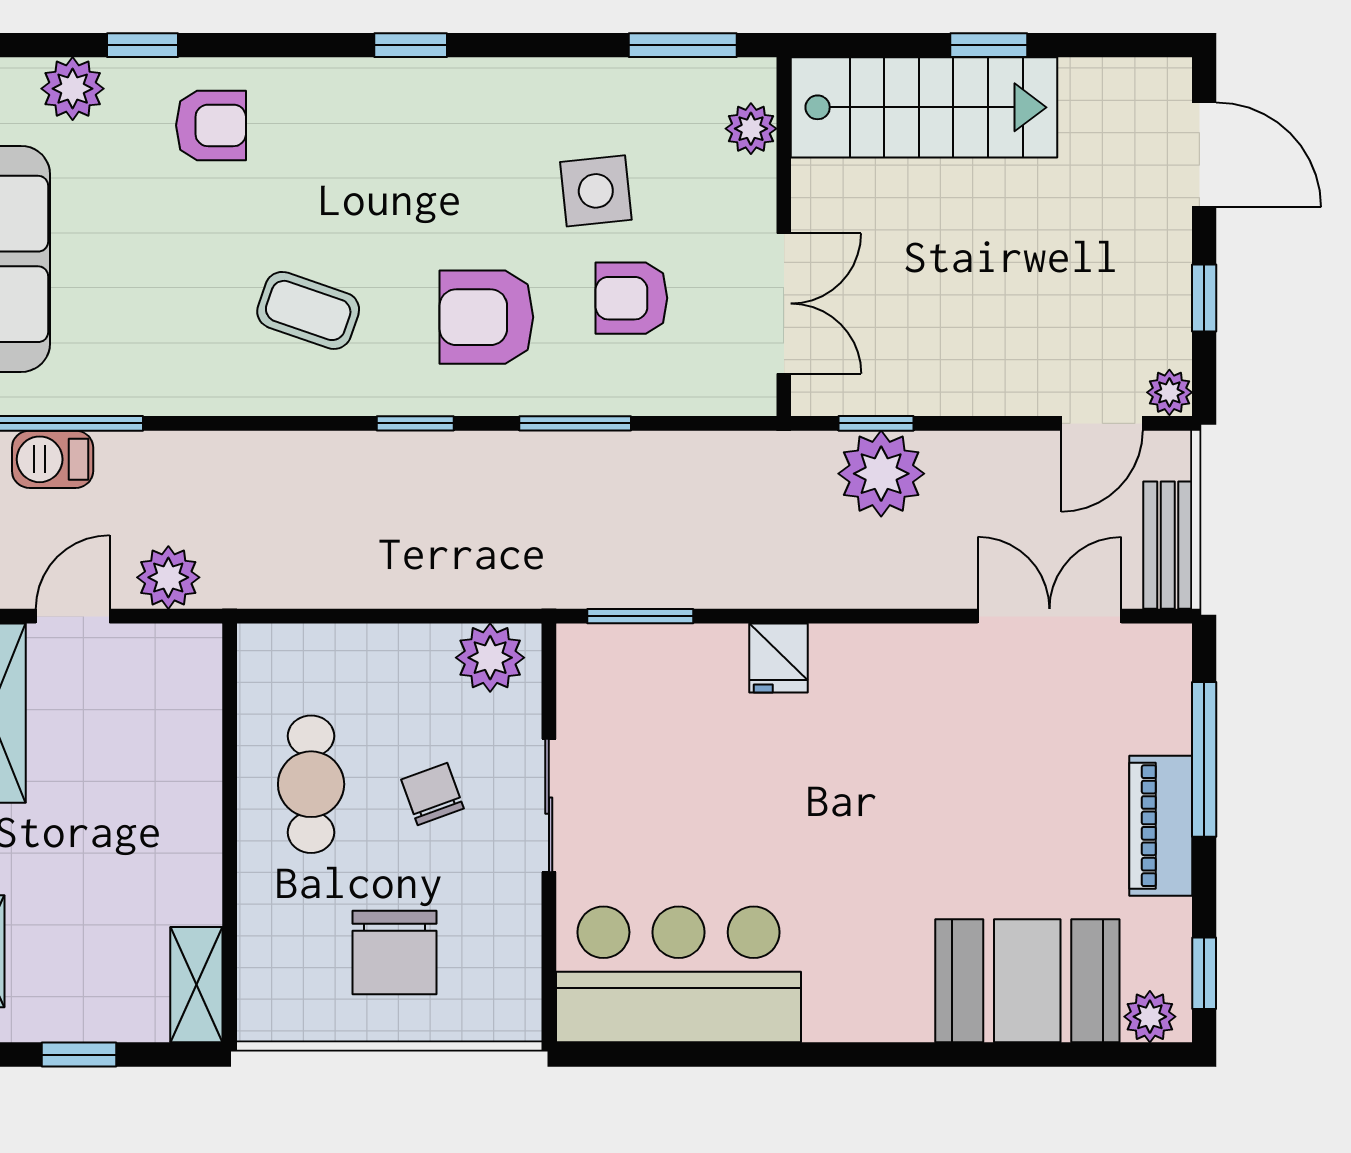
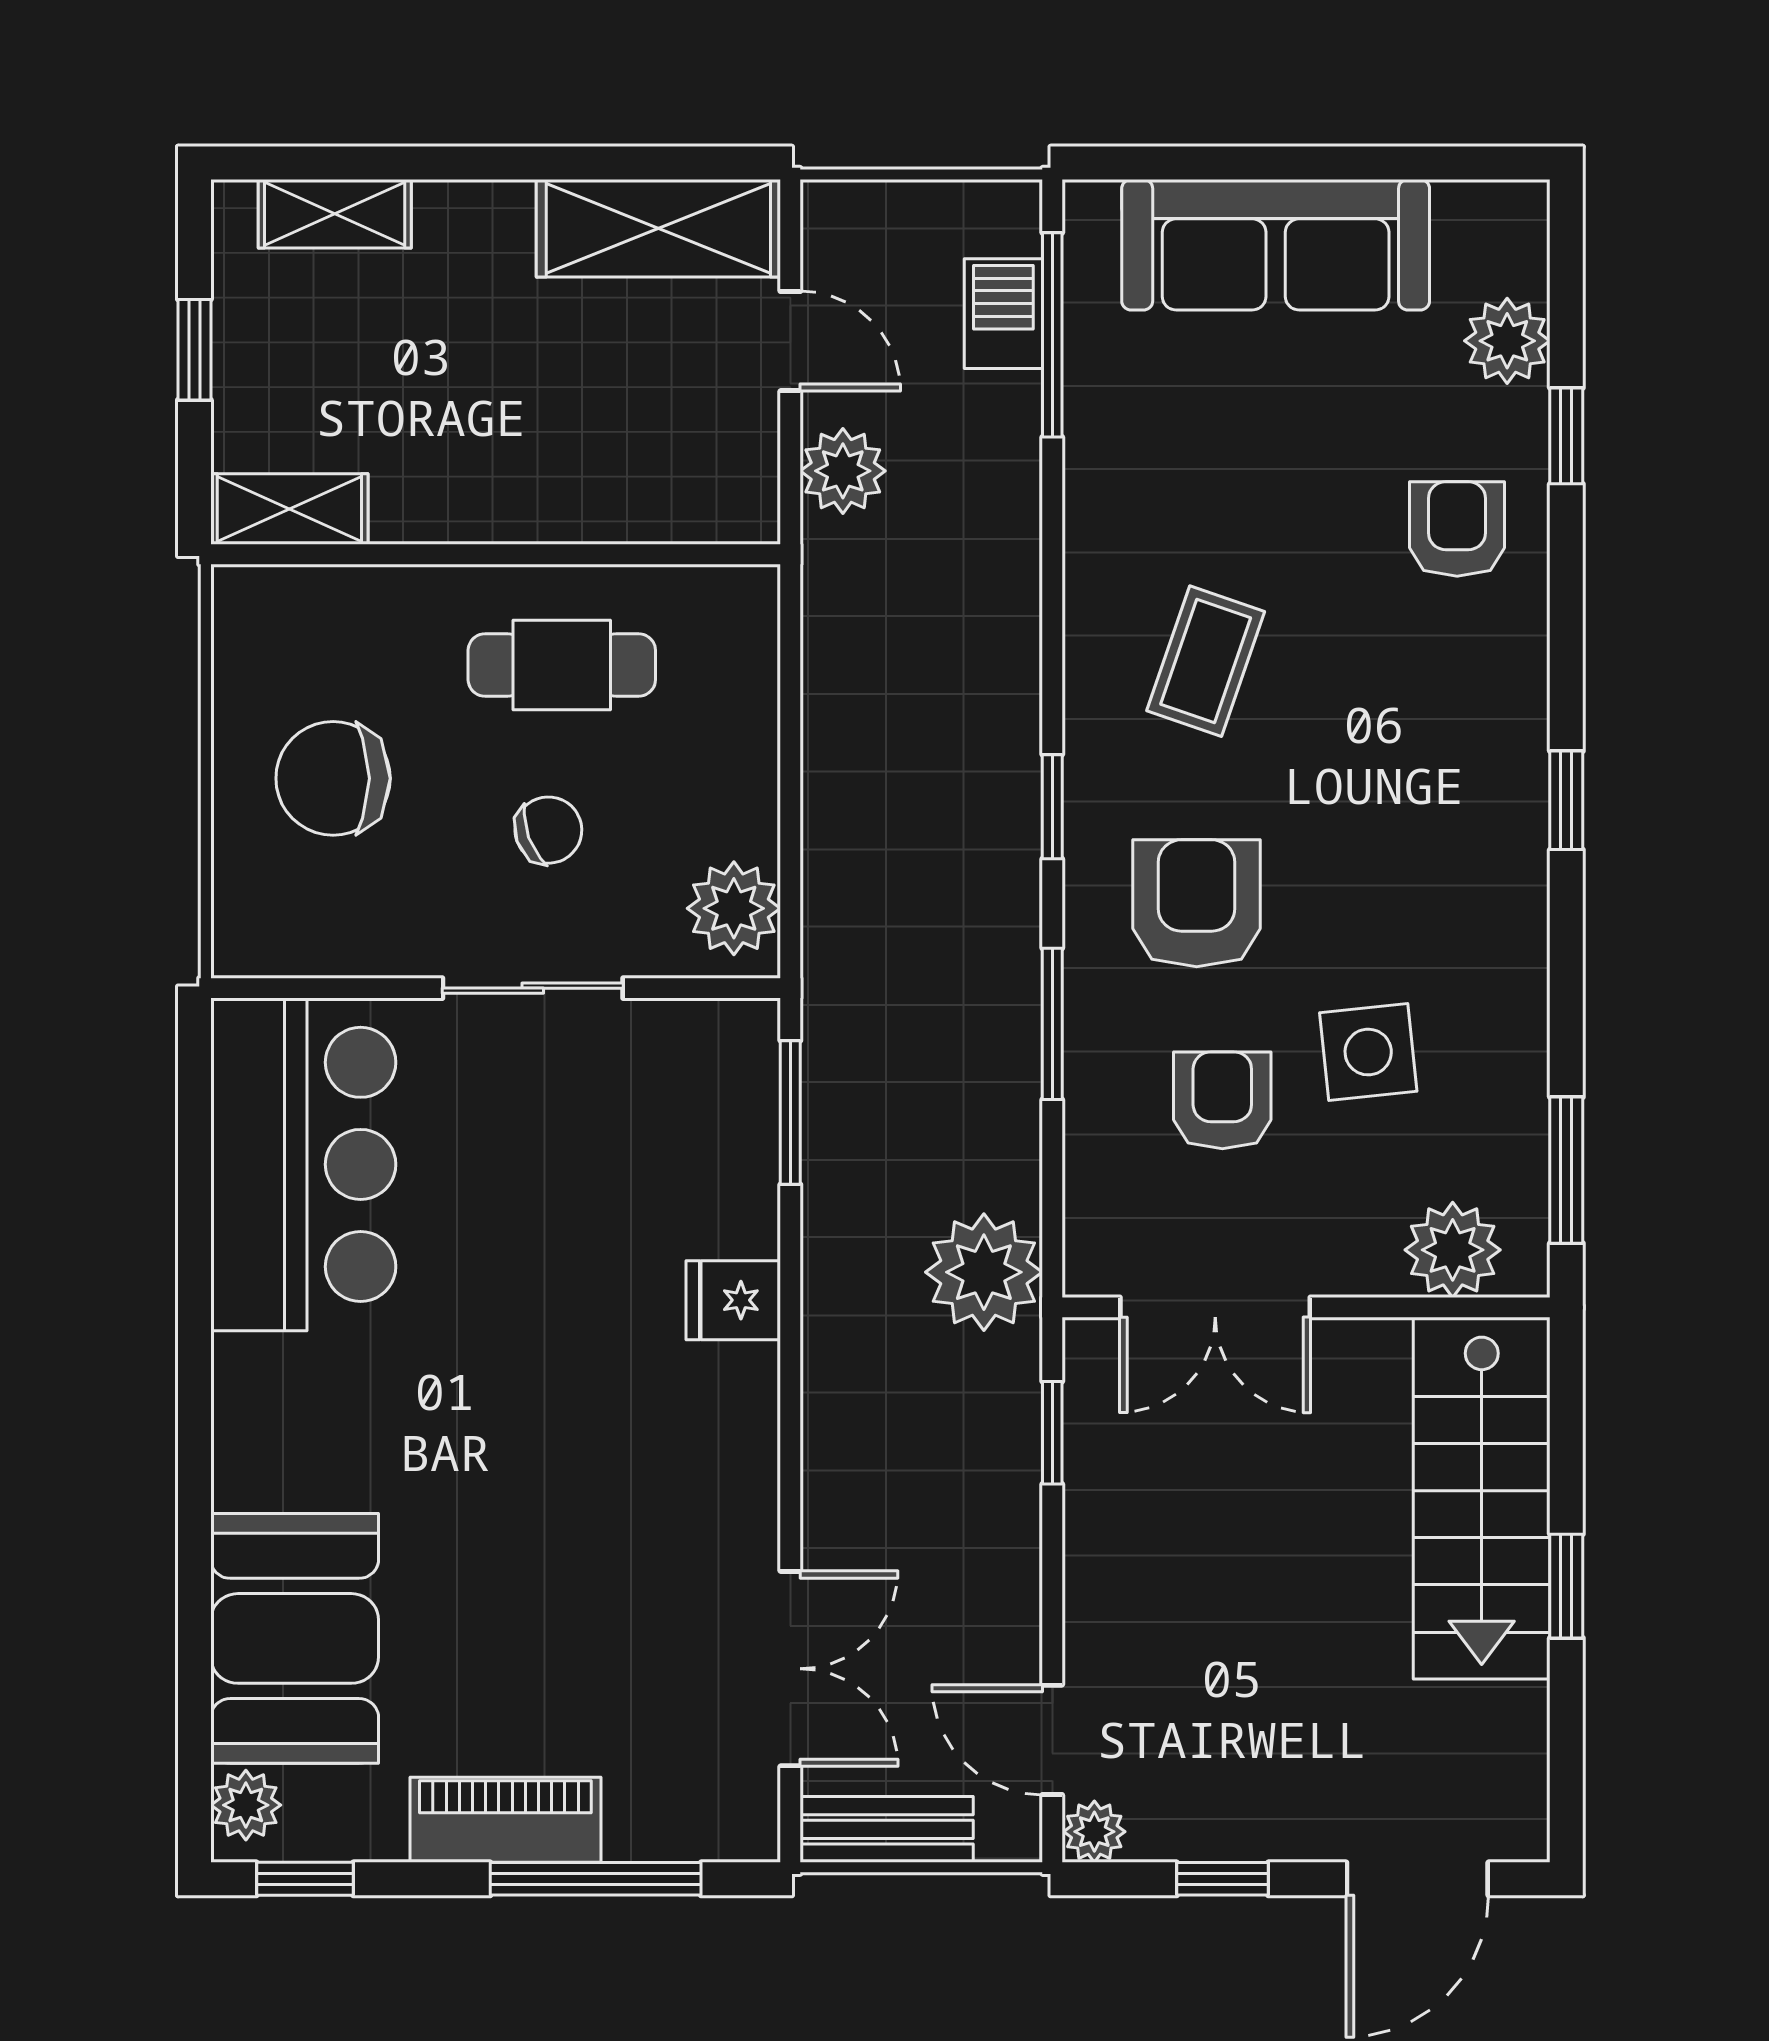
armchair: (211, 125) -> (1457, 529), turned 180
plant: (751, 129) -> (1453, 1250), width x1.38, depth x1.38
plant: (881, 474) -> (984, 1272), moved

